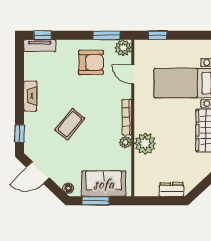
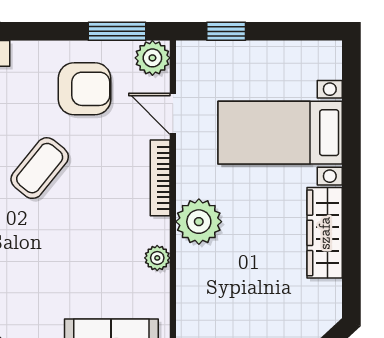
bookcase: (127, 117) -> (160, 178), moved
coffee table: (70, 124) -> (40, 168), moved
plant: (145, 144) -> (199, 222), moved

